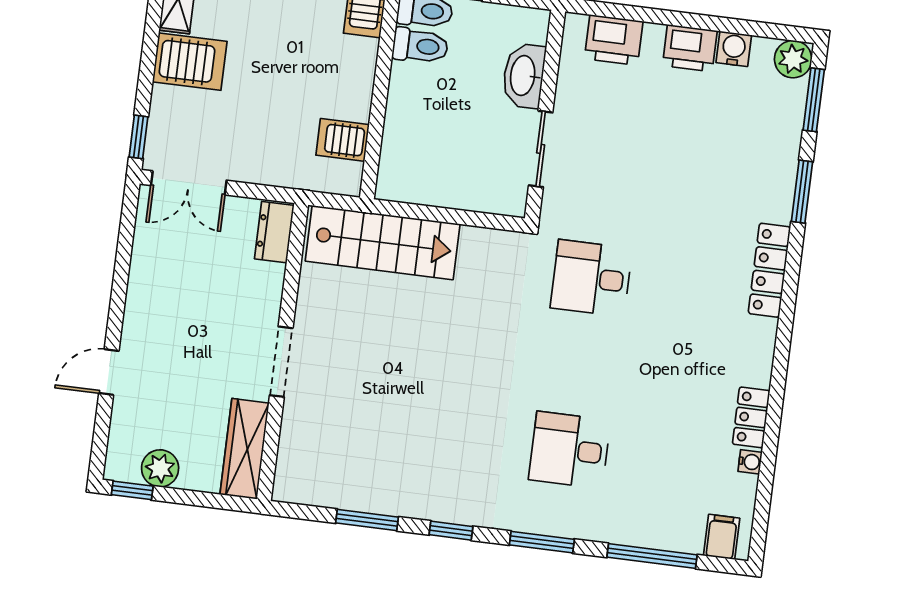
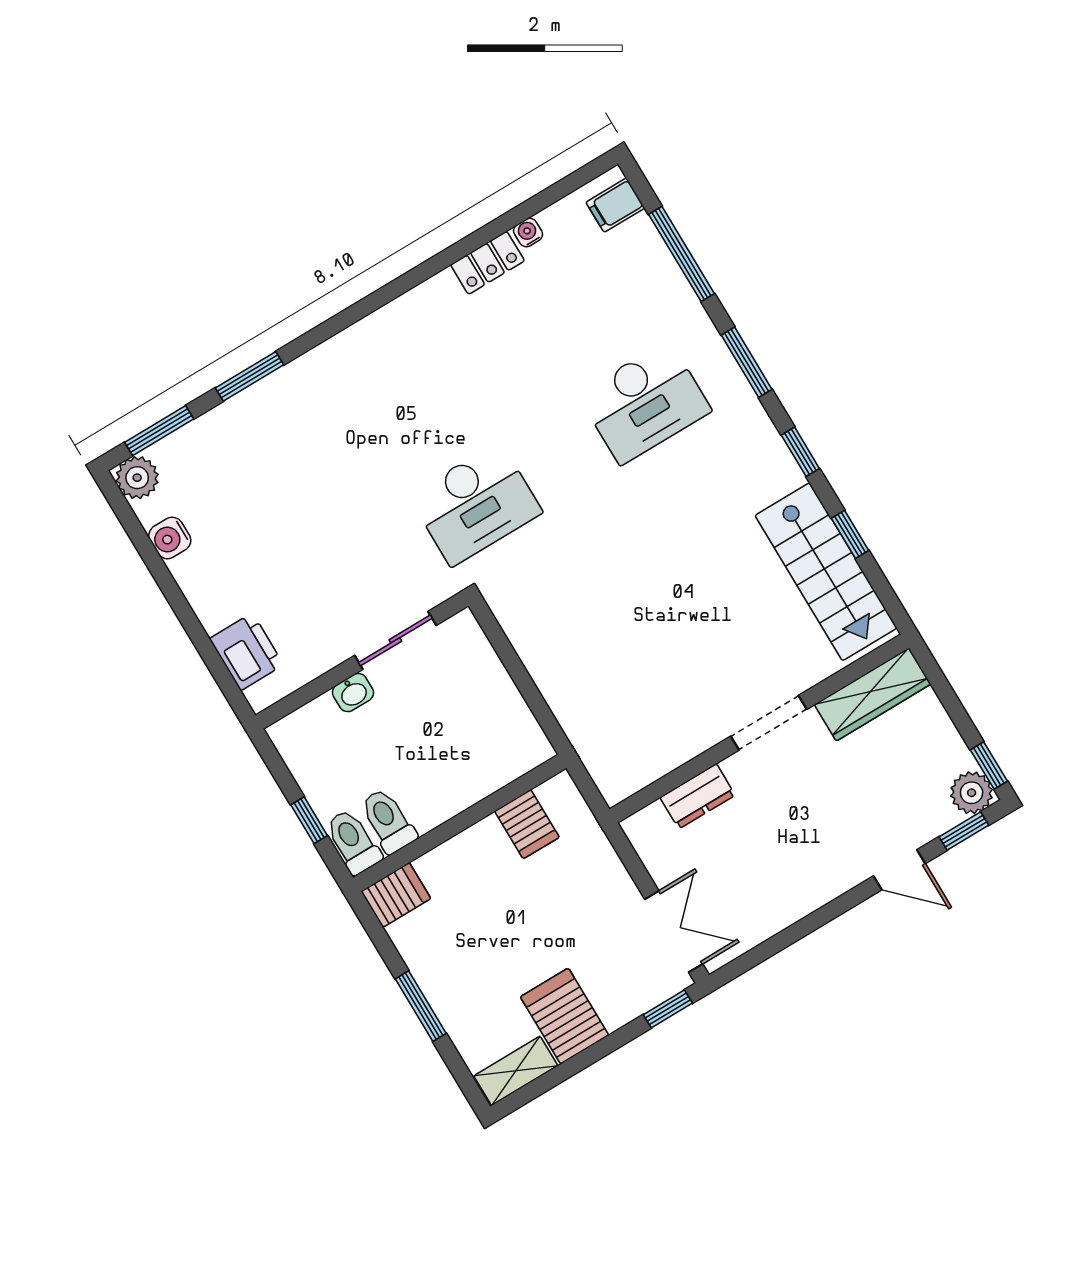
printer: (690, 48) -> (200, 578), removed
washbasin: (524, 76) -> (353, 693), width x0.52, depth x0.69
dresser: (274, 232) -> (697, 796), moved
stairs: (383, 243) -> (826, 572), moved, turned 180
locker: (769, 270) -> (343, 350), removed
desk: (591, 278) -> (476, 504), width x1.37
window: (101, 438) -> (964, 831), added
desk: (570, 450) -> (645, 402), width x1.37
plant: (160, 468) -> (972, 793), moved
window: (367, 520) -> (850, 534), width x0.67

